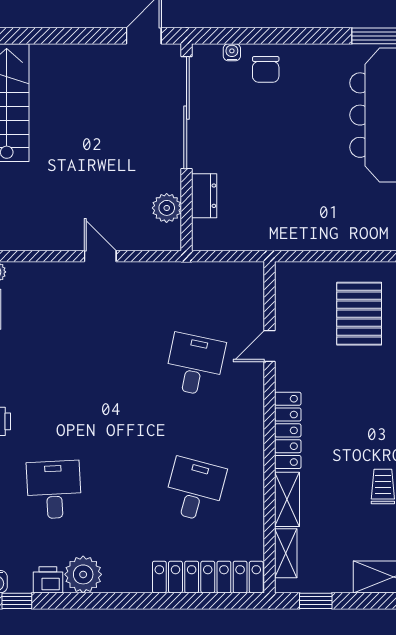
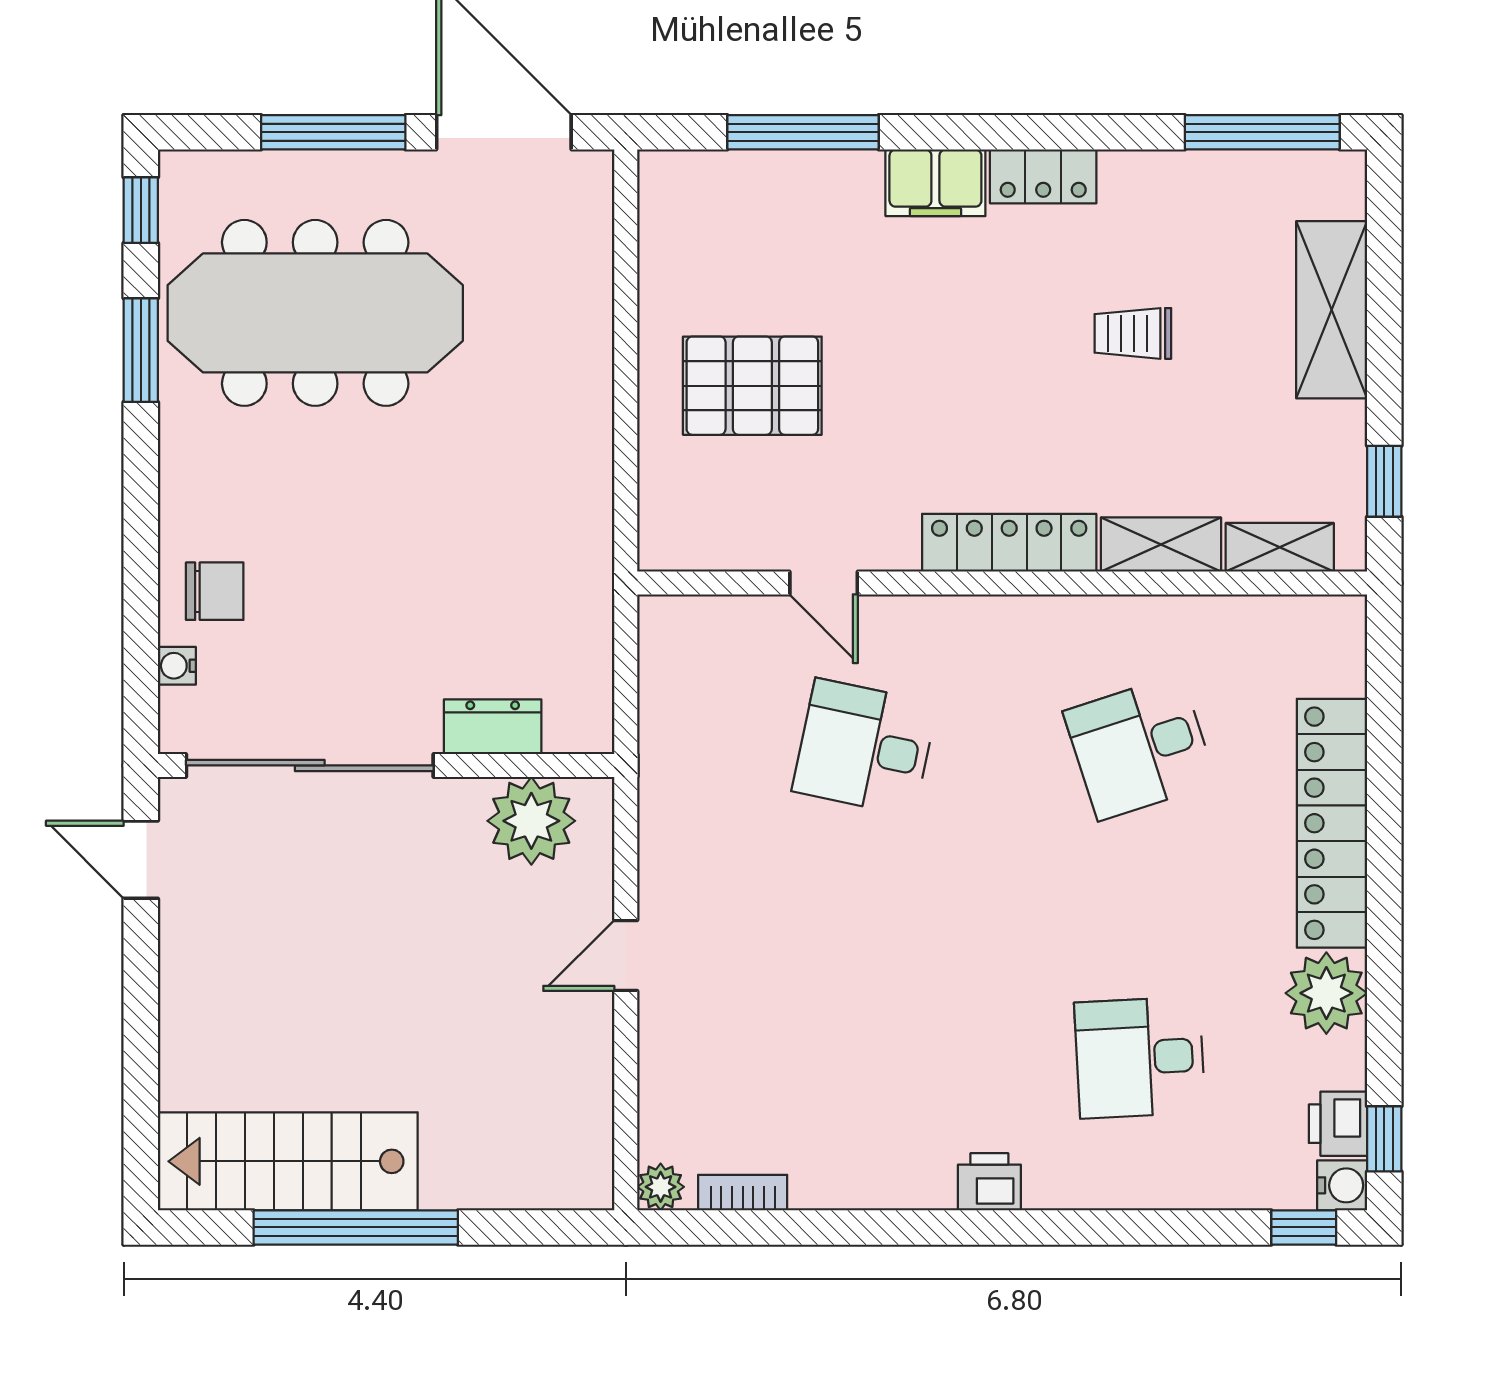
plant: (167, 208) -> (531, 821), width x1.36, depth x1.36
desk: (195, 490) -> (1140, 747), turned -33
locker: (208, 577) -> (1332, 823), moved
printer: (48, 580) -> (1338, 1124), moved

